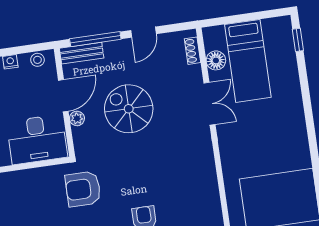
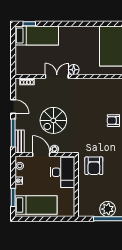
floor lamp: (216, 60) -> (74, 70), moved
bed: (248, 61) -> (37, 36), moved
armchair: (83, 189) -> (94, 166), moved

